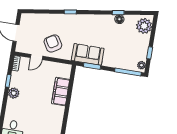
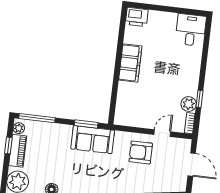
armchair: (53, 43) -> (141, 152), turned 121
piano: (143, 49) -> (18, 151), added
filing cabinet: (61, 92) -> (130, 63), moved
plant: (14, 93) -> (189, 104), moved

